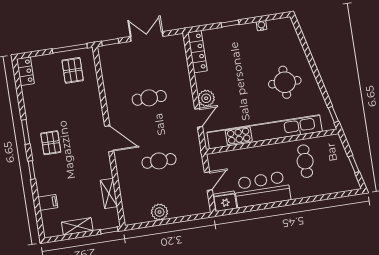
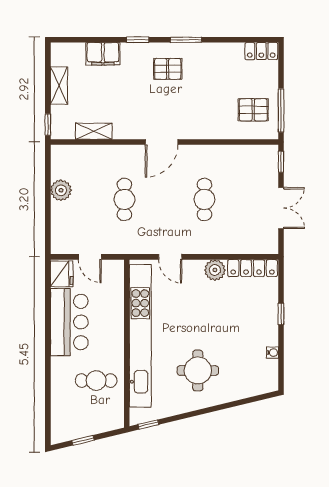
plant: (206, 98) -> (215, 270), moved
filing cabinet: (48, 202) -> (103, 54), width x2.00

